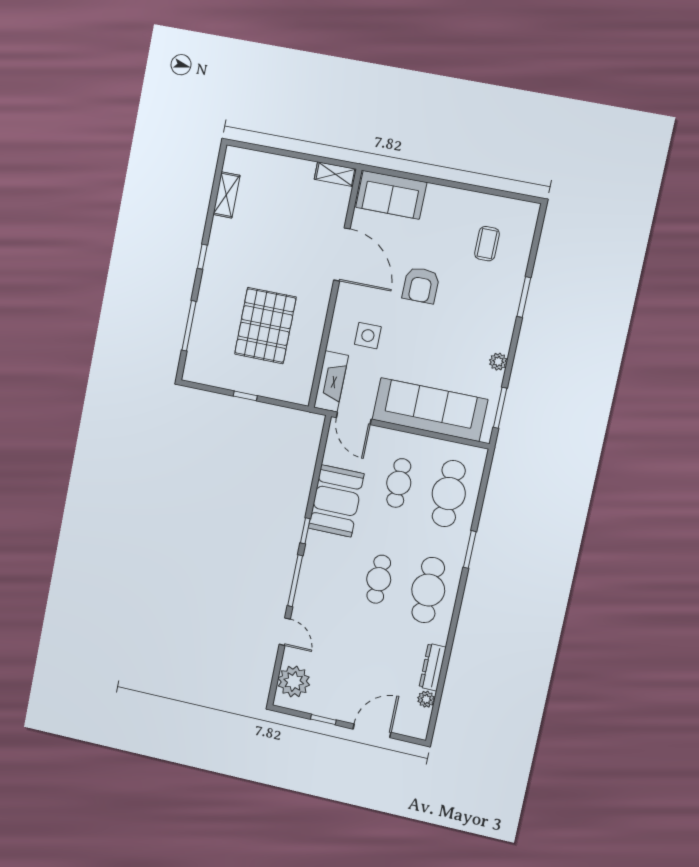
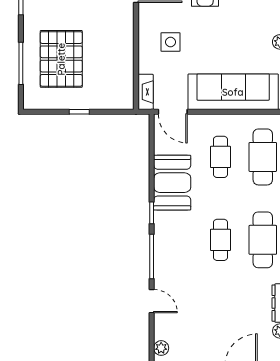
pallet: (265, 326) -> (61, 59), moved
fireplace: (331, 381) -> (146, 92), width x0.73, depth x0.76
plant: (294, 682) -> (161, 348), width x0.53, depth x0.53

